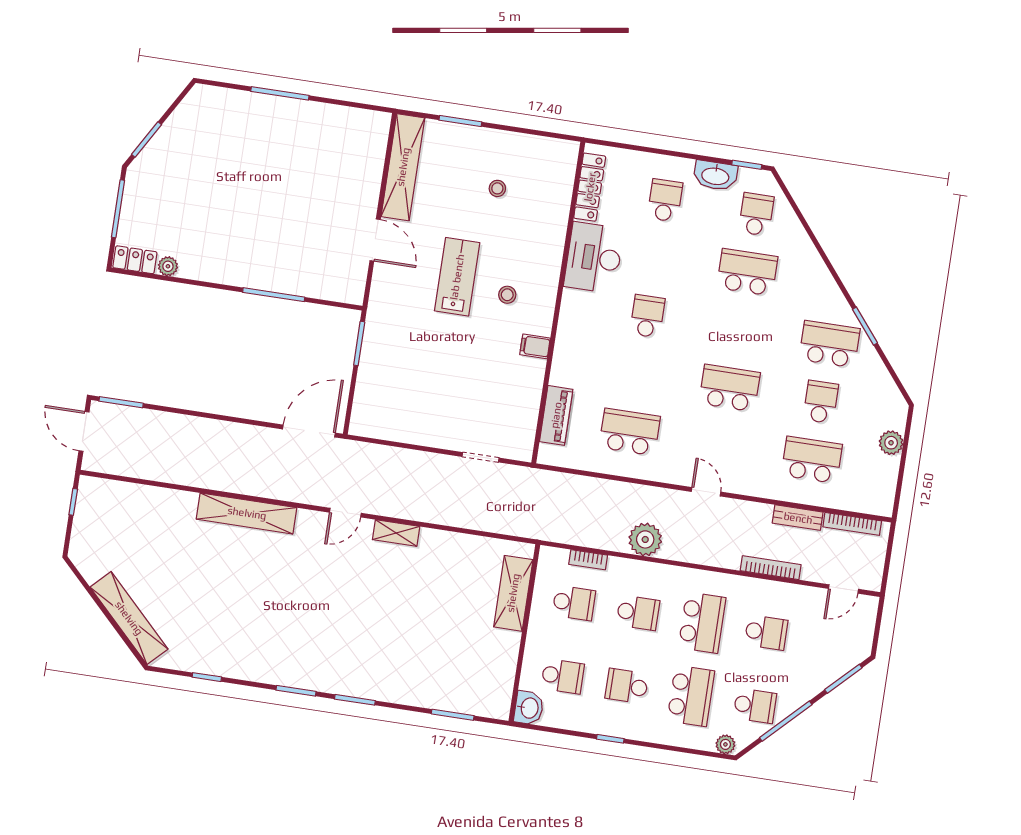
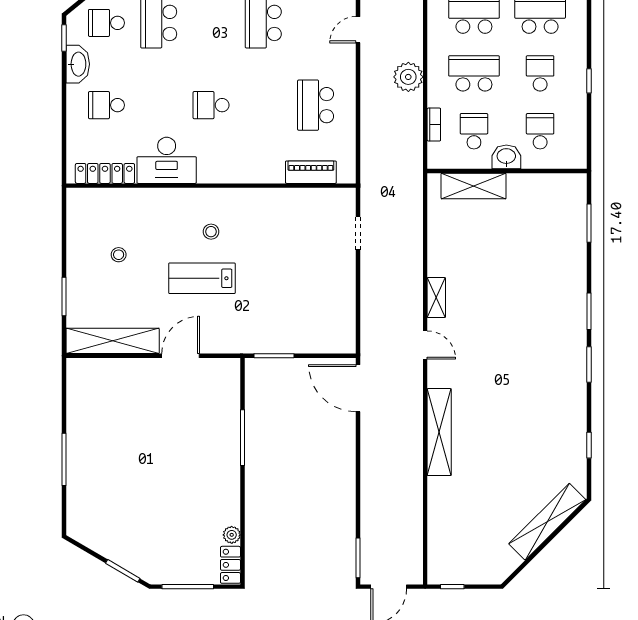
filing cabinet: (535, 346) -> (253, 200), removed
school desk: (638, 613) -> (474, 73), width x1.85
school desk: (627, 686) -> (540, 73), turned 180
washbasin: (529, 708) -> (506, 157), moved

